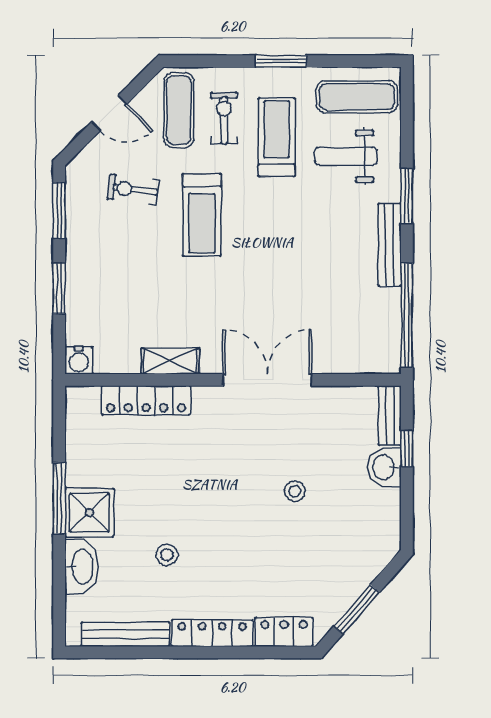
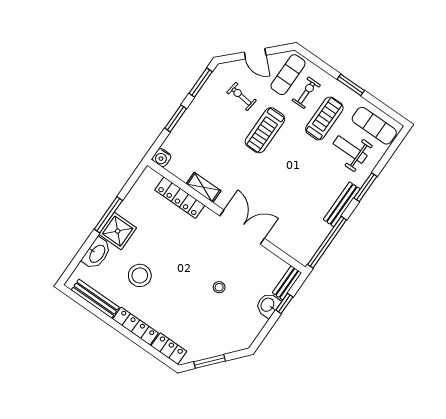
stool: (167, 555) -> (140, 275), width x1.89, depth x1.89

